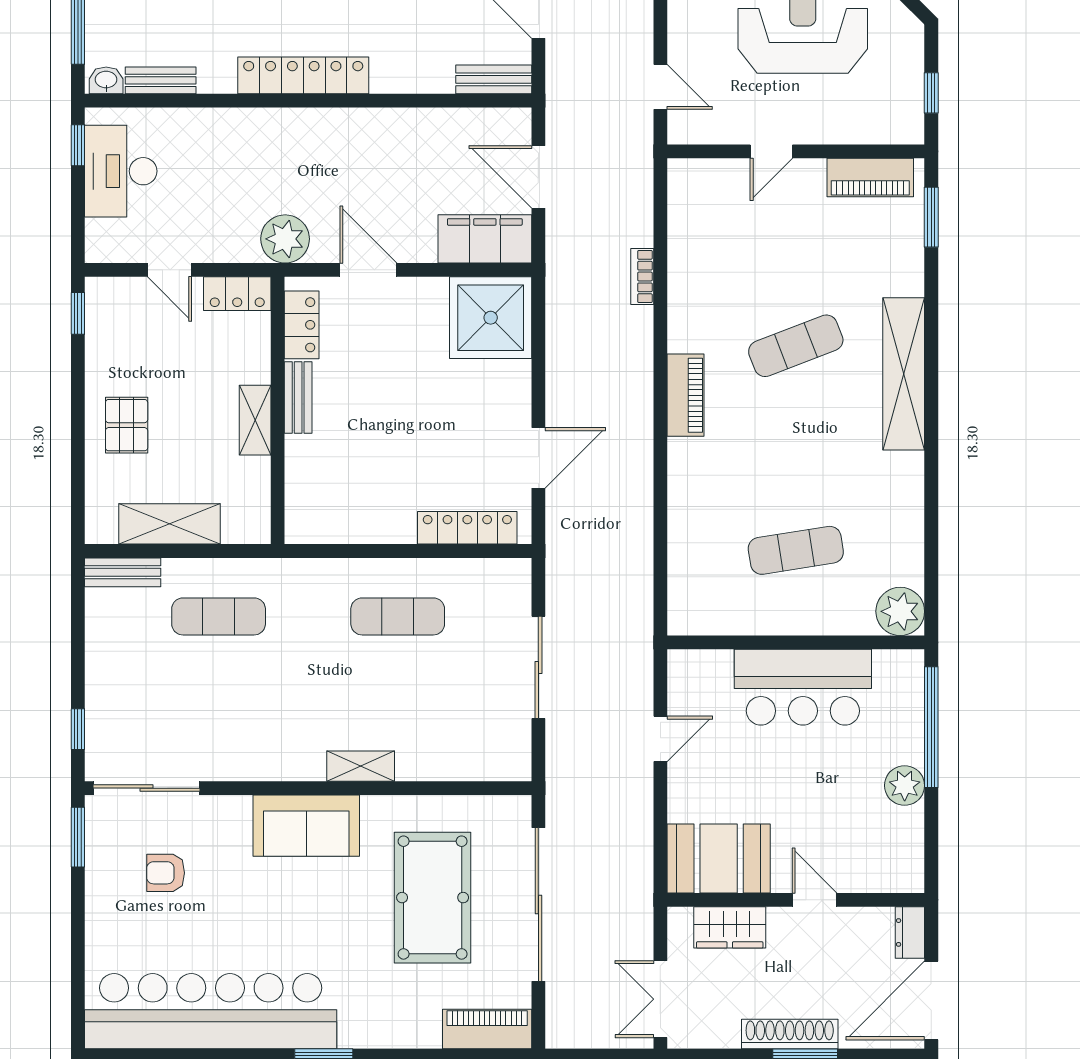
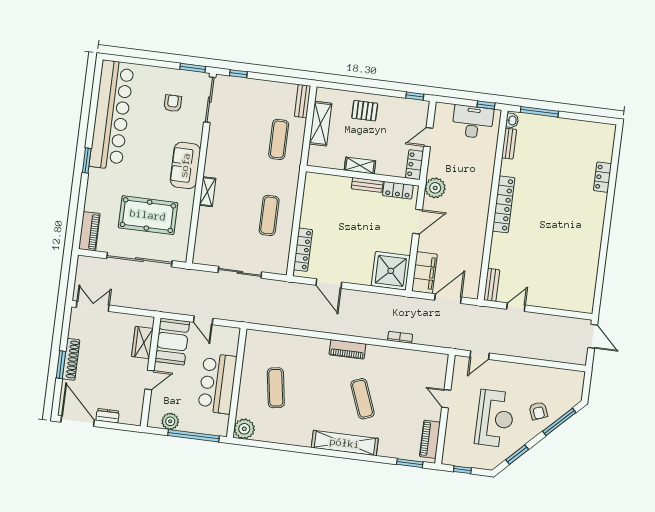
booth: (719, 858) -> (172, 341), moved
wall: (796, 900) -> (151, 372), moved
door: (814, 900) -> (150, 380), moved
wardrobe: (730, 927) -> (142, 342), moved

